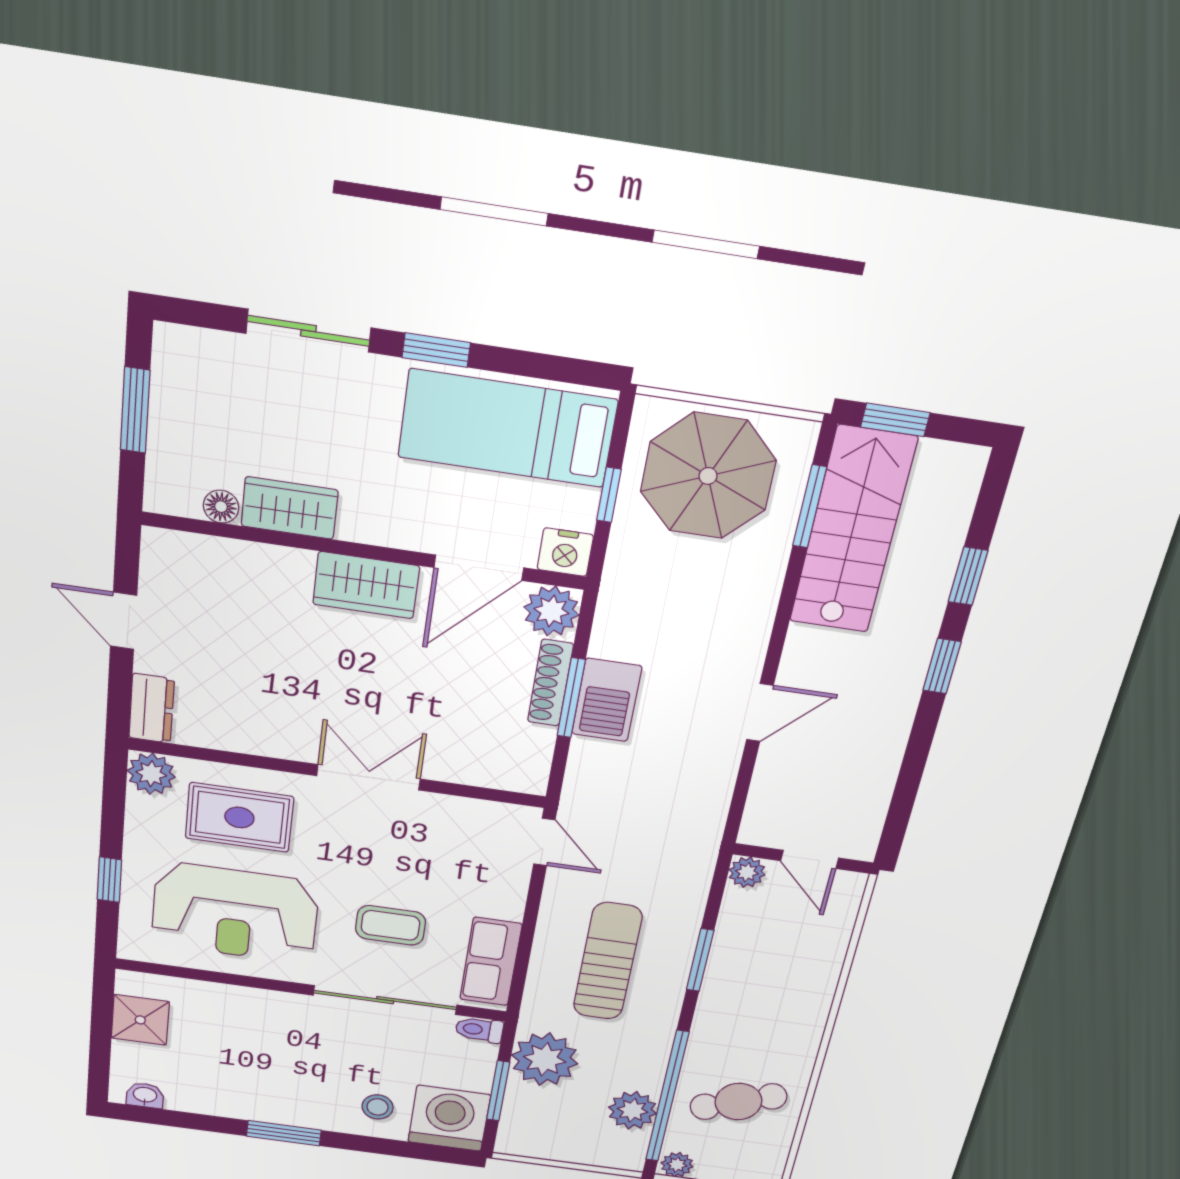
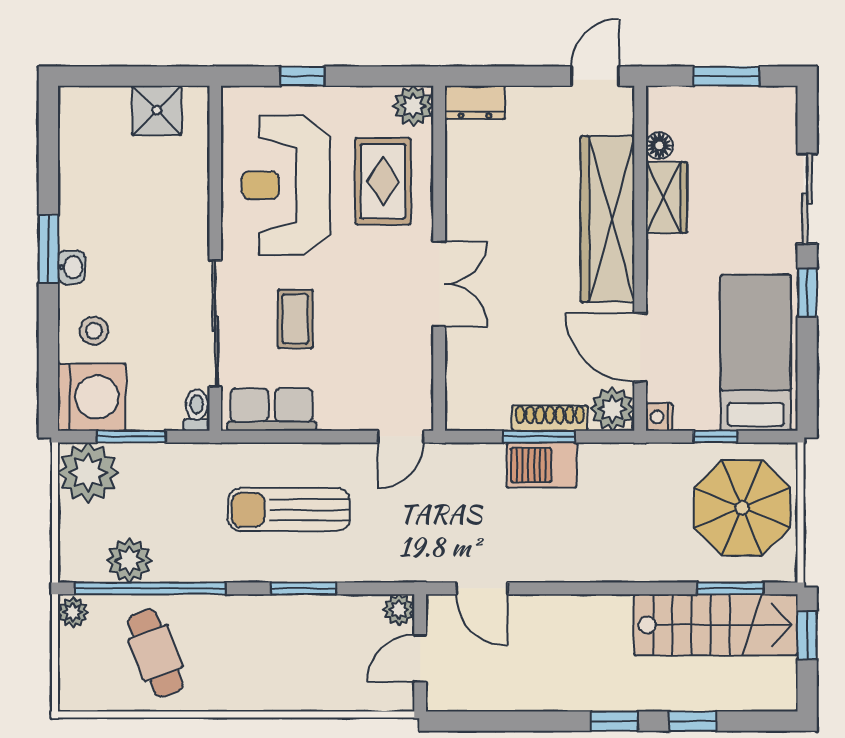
nightstand: (565, 552) -> (659, 417), width x0.72, depth x0.74
wardrobe: (366, 585) -> (608, 219), width x2.10, depth x1.17
door: (124, 621) -> (595, 76), moved
door: (760, 713) -> (482, 588), moved
sun lounger: (608, 961) -> (289, 510), turned 180
plant: (545, 1059) -> (88, 472), moved
washbasin: (145, 1095) -> (71, 267), moved

